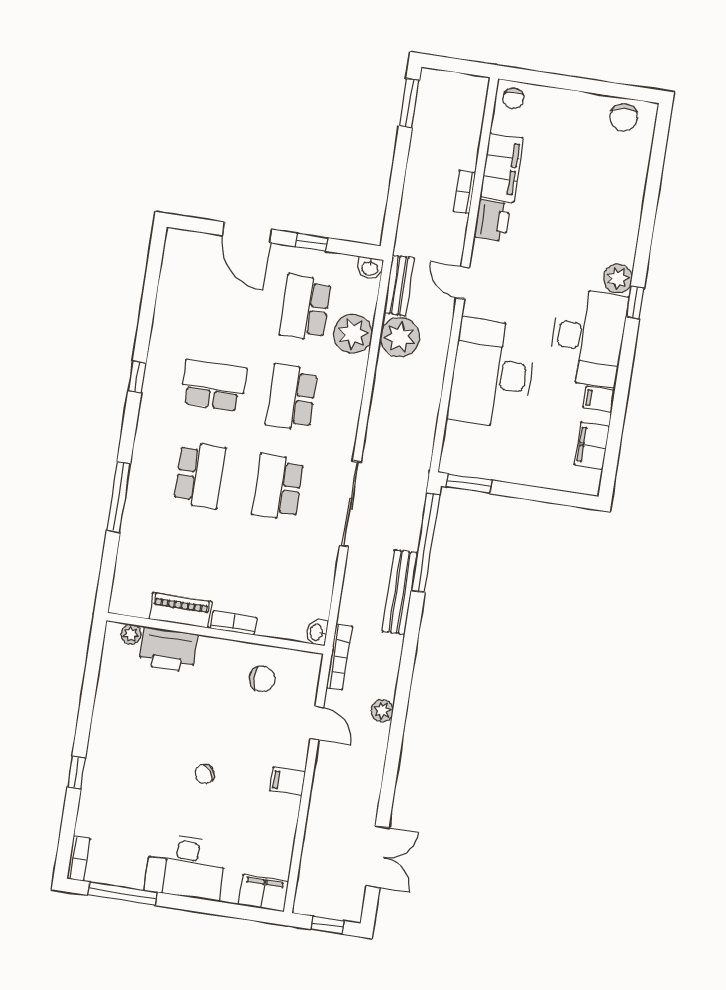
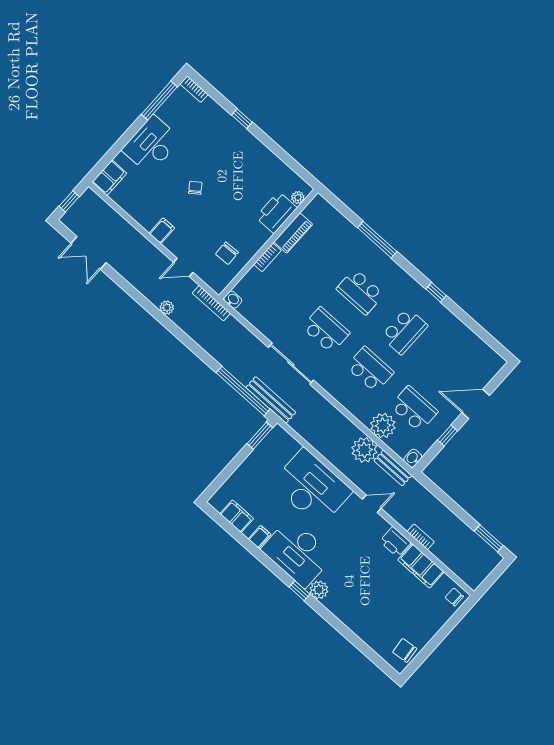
bench: (400, 592) -> (271, 400), moved

